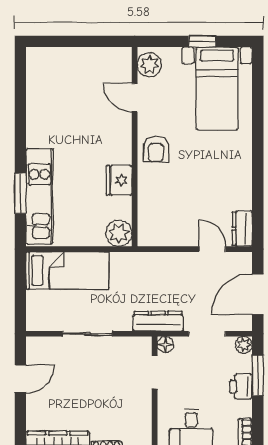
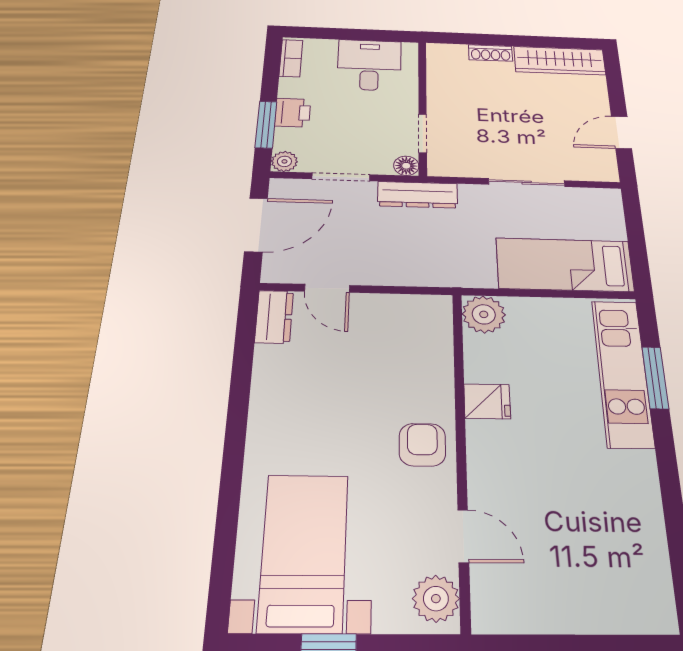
fridge: (119, 180) -> (487, 401), width x0.72

